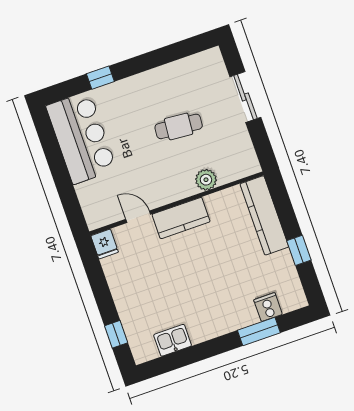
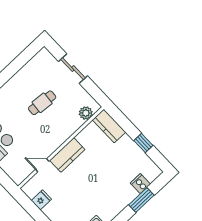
plant: (206, 180) -> (86, 113), moved
kitchen counter: (264, 215) -> (109, 126), width x0.67
fridge: (105, 244) -> (41, 200), moved, turned -90

